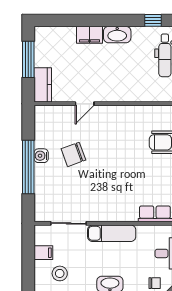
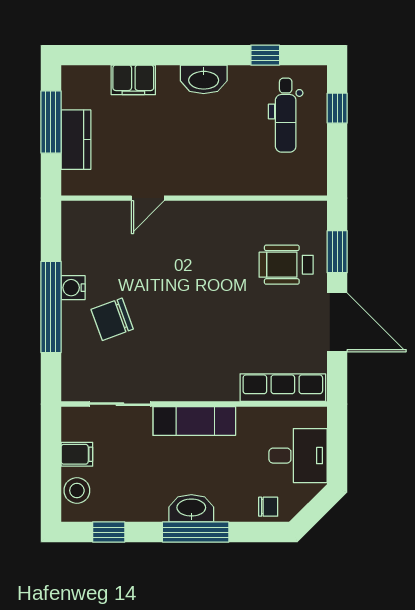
filing cabinet: (90, 35) -> (133, 80), moved
kitchen counter: (43, 85) -> (76, 140), moved
chair: (73, 154) -> (112, 319), moved
stool: (60, 273) -> (77, 491), moved

